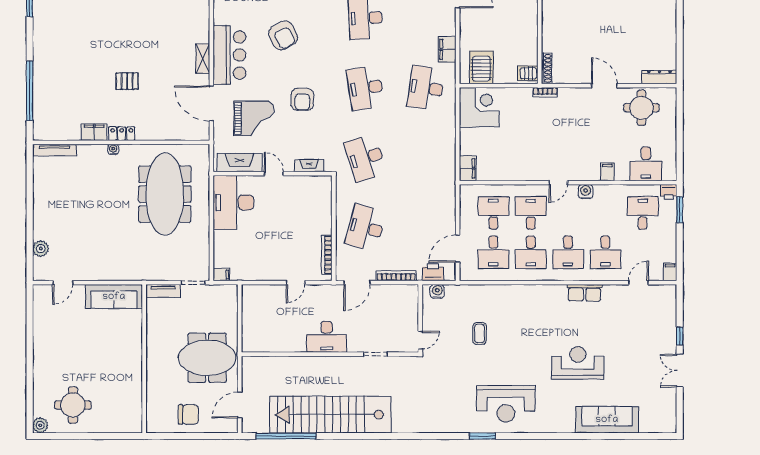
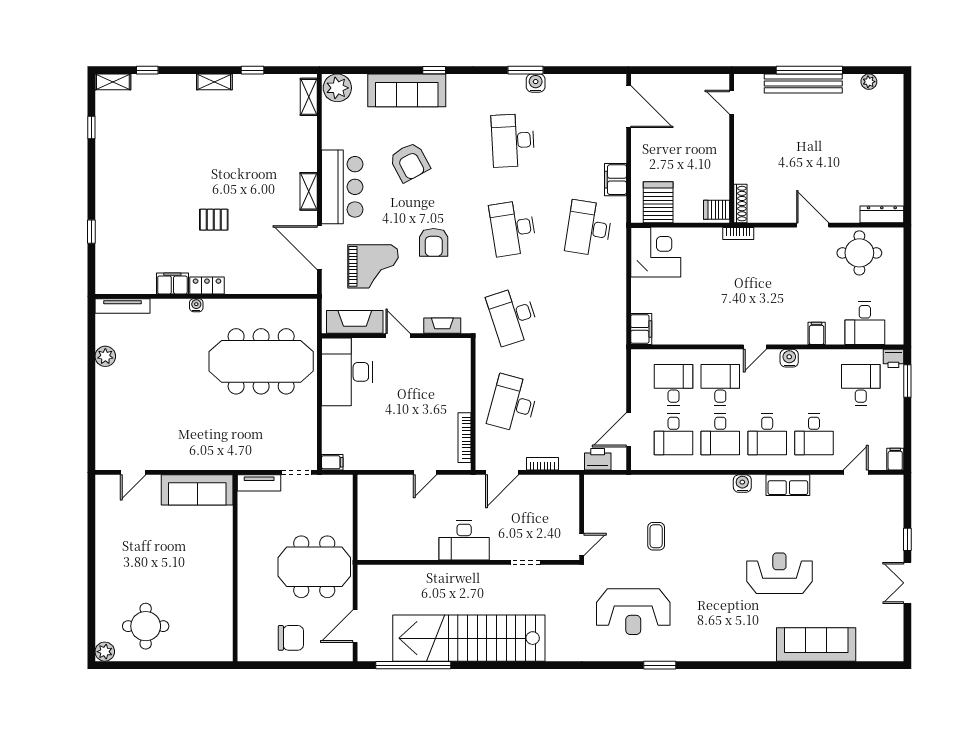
window: (30, 91) -> (91, 232), width x0.32
meeting table: (165, 194) -> (261, 361), turned 90
plant: (41, 249) -> (105, 356), moved
bookcase: (396, 276) -> (542, 464), width x0.64
water cooler: (437, 291) -> (742, 484), moved
reception desk: (506, 404) -> (633, 612), moved

